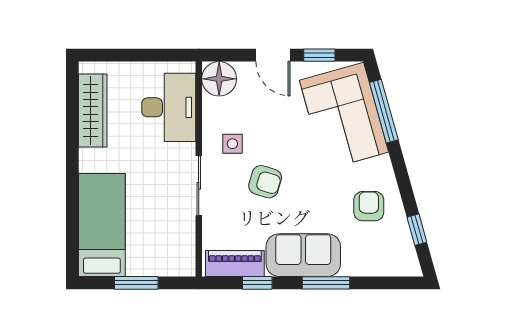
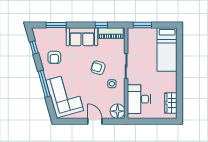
window: (319, 55) -> (75, 121), removed
wardrobe: (93, 110) -> (171, 103), width x0.67
window: (384, 111) -> (44, 84), moved
window: (136, 283) -> (142, 25), moved
window: (326, 283) -> (56, 25), moved

